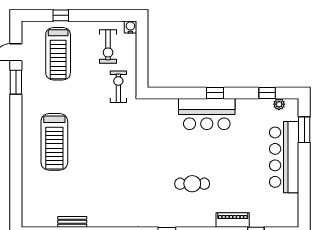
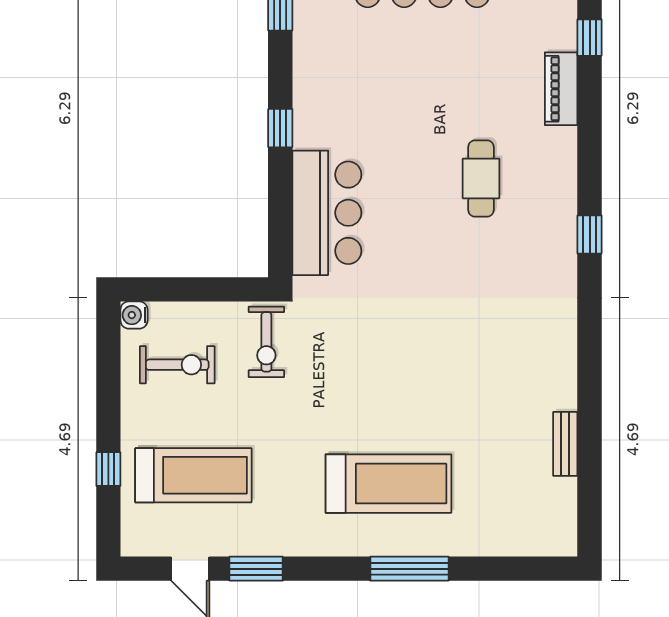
exercise bike: (118, 87) -> (266, 342), turned -90
bar counter: (207, 114) -> (327, 213), moved
window: (16, 151) -> (409, 569), added

